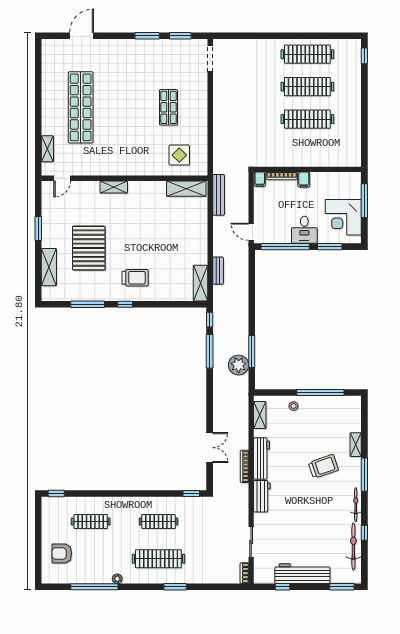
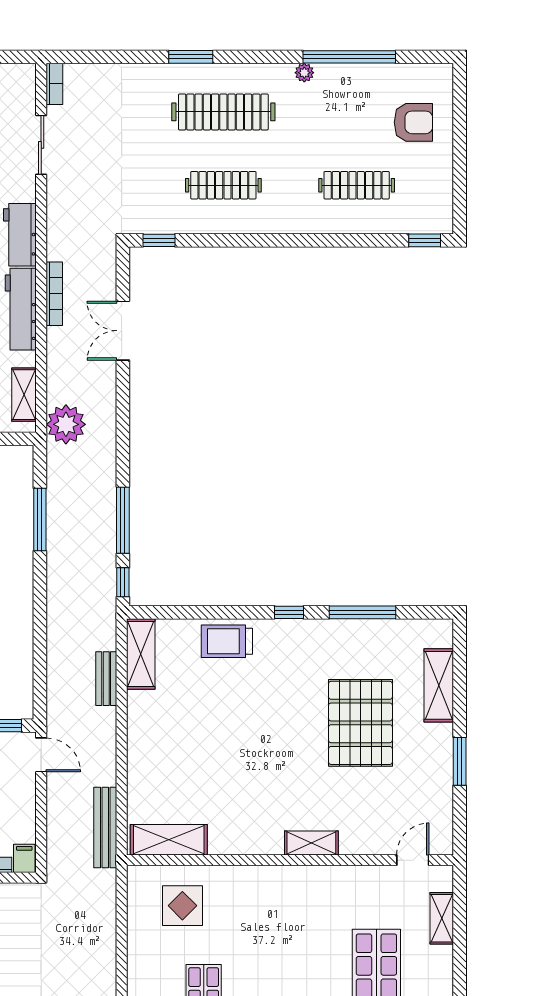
trolley: (135, 278) -> (227, 641), moved
plant: (239, 365) -> (66, 424), moved

